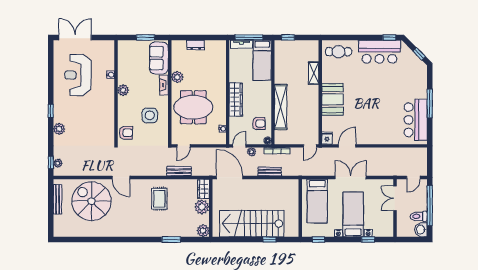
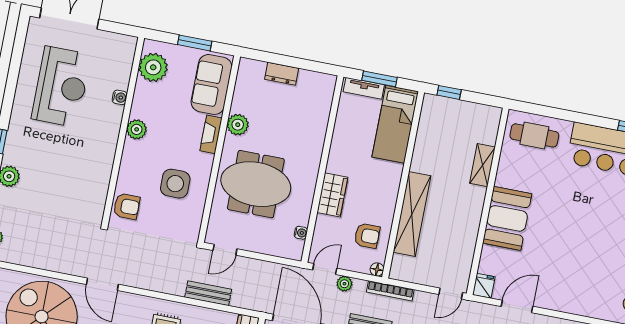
window: (249, 37) -> (379, 79), width x0.69
plant: (126, 55) -> (153, 67), added
reception desk: (78, 75) -> (61, 87), turned 180
wardrobe: (236, 99) -> (332, 195), width x0.67

